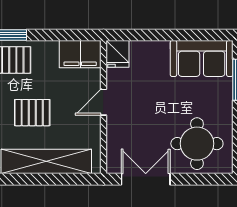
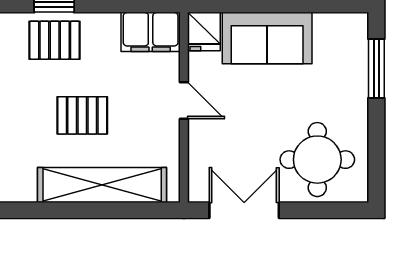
sofa: (202, 58) -> (267, 38), moved
door: (103, 102) -> (184, 100), swing flipped

